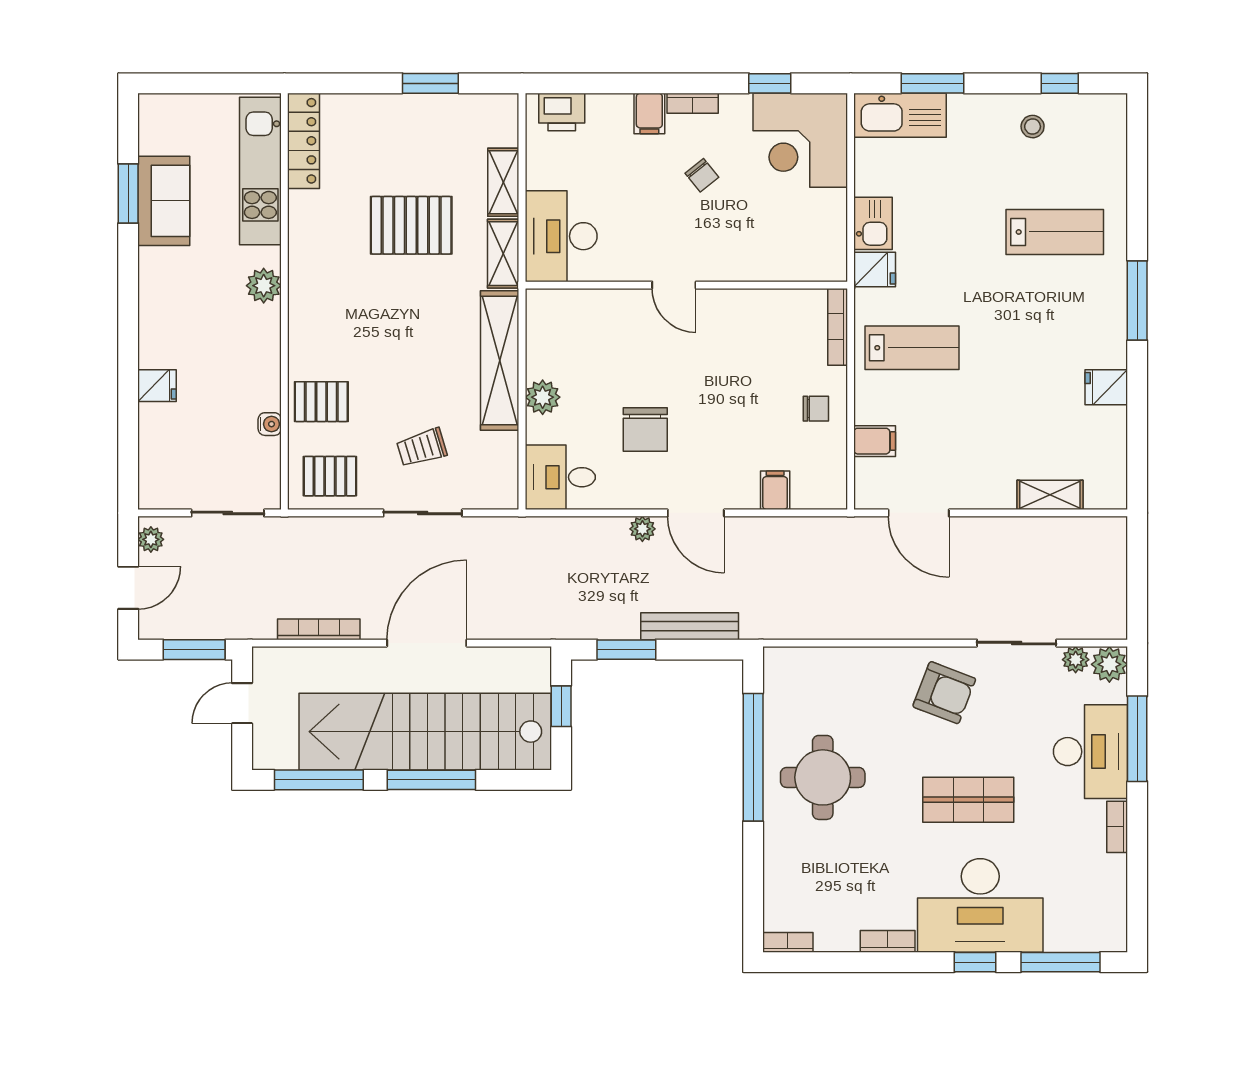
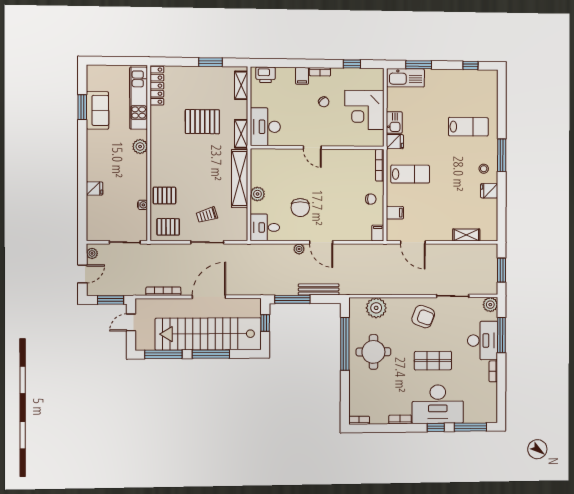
stool: (1033, 127) -> (484, 169), moved
corner desk: (800, 140) -> (364, 110), moved
shelving: (503, 182) -> (241, 85), moved
filing cabinet: (775, 490) -> (378, 233), moved
window: (1137, 581) -> (502, 270), added
window: (626, 650) -> (292, 299), width x1.44
plant: (1076, 660) -> (376, 308), moved, width x1.88, depth x1.88

